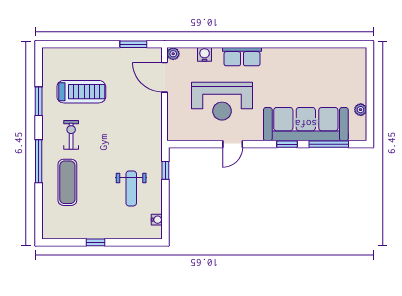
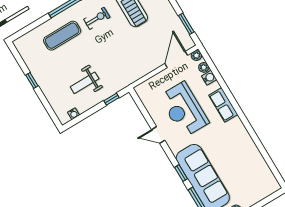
plant: (190, 53) -> (204, 67), added

